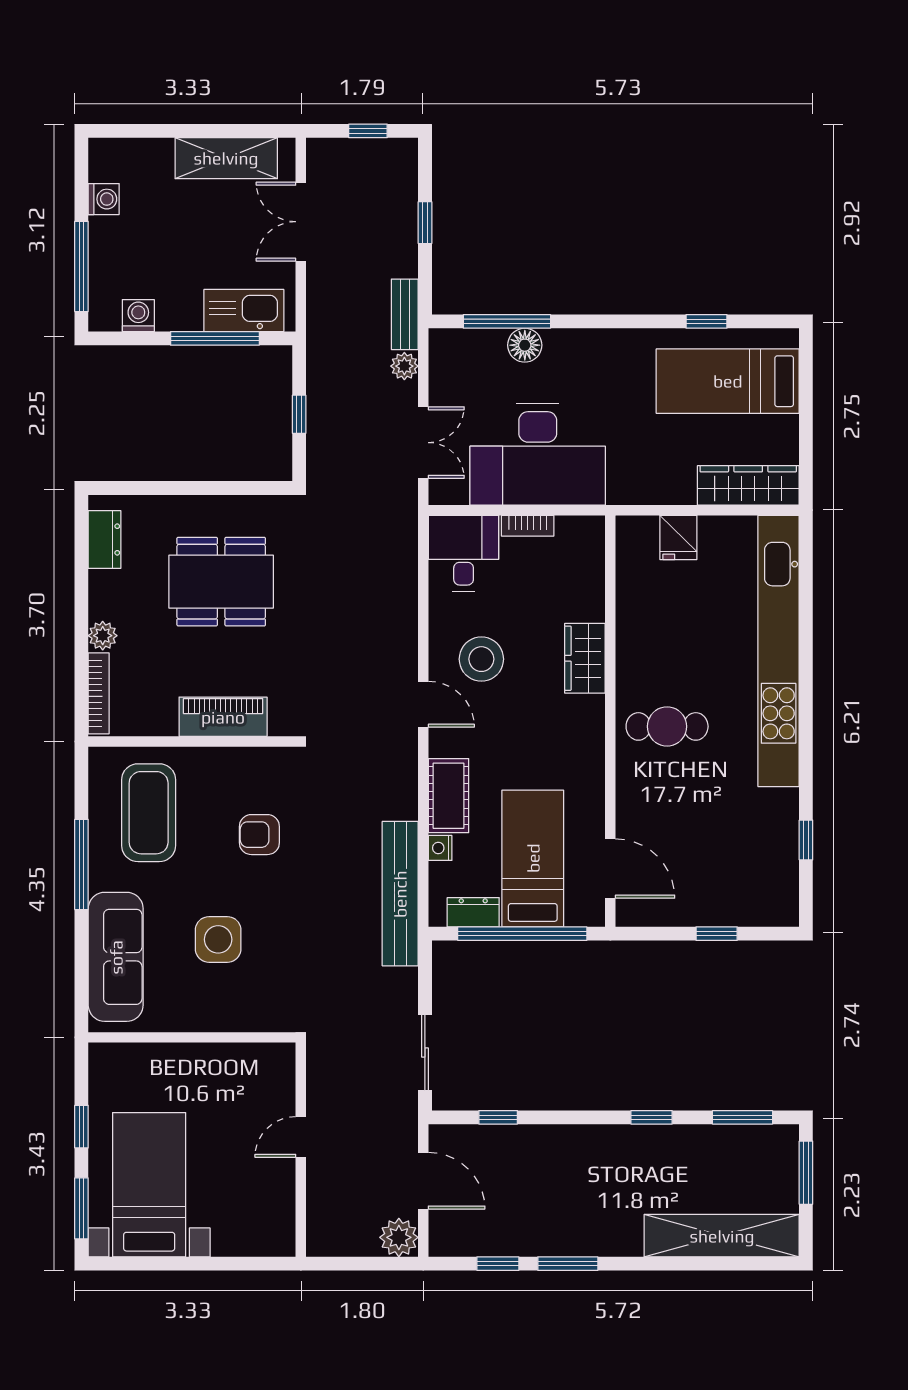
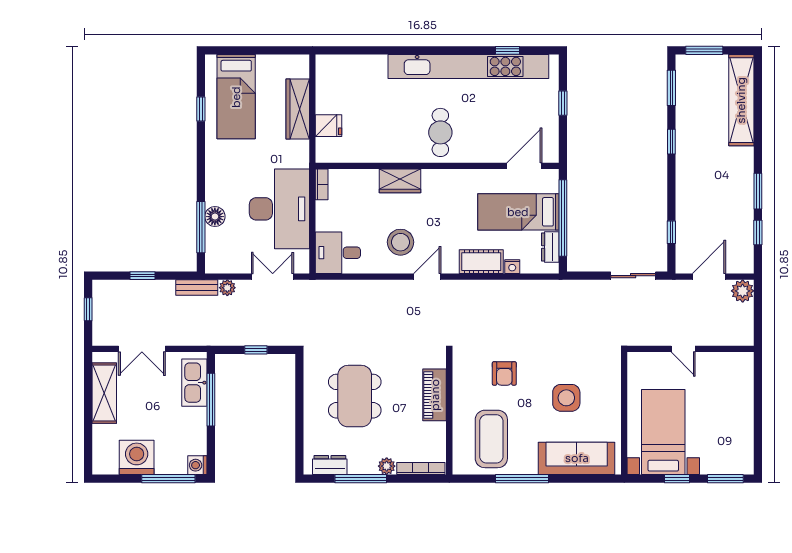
washing machine: (104, 199) -> (137, 457), width x1.89, depth x1.89
washing machine: (138, 316) -> (197, 465), moved
wardrobe: (748, 485) -> (298, 109), moved
bookcase: (528, 526) -> (322, 184), moved
window: (81, 592) -> (361, 479), added
kitchen unit: (779, 651) -> (468, 66), moved
coffee table: (149, 813) -> (491, 439), turned 90
bench: (400, 894) -> (539, 290), removed
bed with nightstands: (149, 1185) -> (663, 432), moved, turned 90

